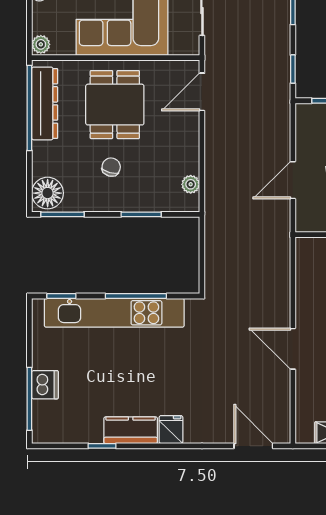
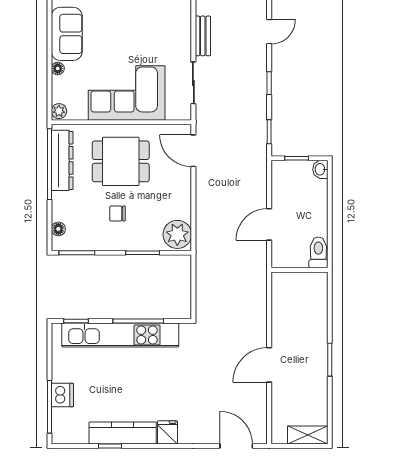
door: (202, 92) -> (193, 151), hinge flipped
dining table: (115, 105) -> (121, 161), turned 90
chair: (111, 167) -> (118, 213), turned -106
plant: (191, 184) -> (177, 234), width x1.87, depth x1.87
floor lamp: (48, 193) -> (58, 229), width x0.53, depth x0.53
door: (293, 349) -> (269, 365), hinge flipped
kitchen counter: (131, 430) -> (123, 433), width x1.50

